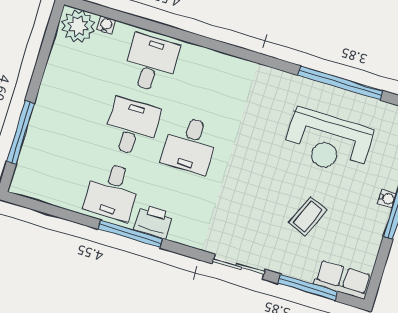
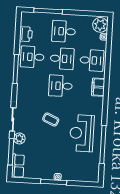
filing cabinet: (213, 63) -> (98, 87), added
desk: (73, 109) -> (64, 31), added
reception desk: (328, 142) -> (82, 133), moved
coffee table: (308, 216) -> (51, 119), moved
printer: (153, 222) -> (26, 34), moved
plant: (283, 262) -> (19, 138), added

